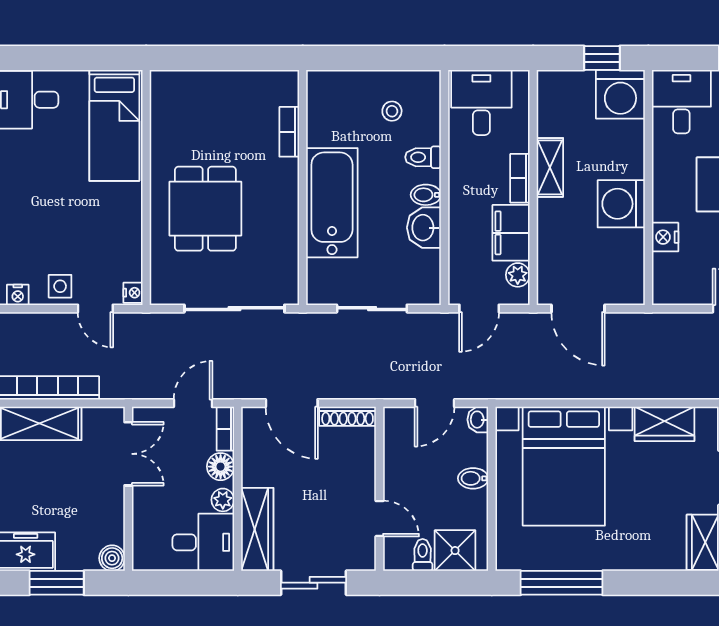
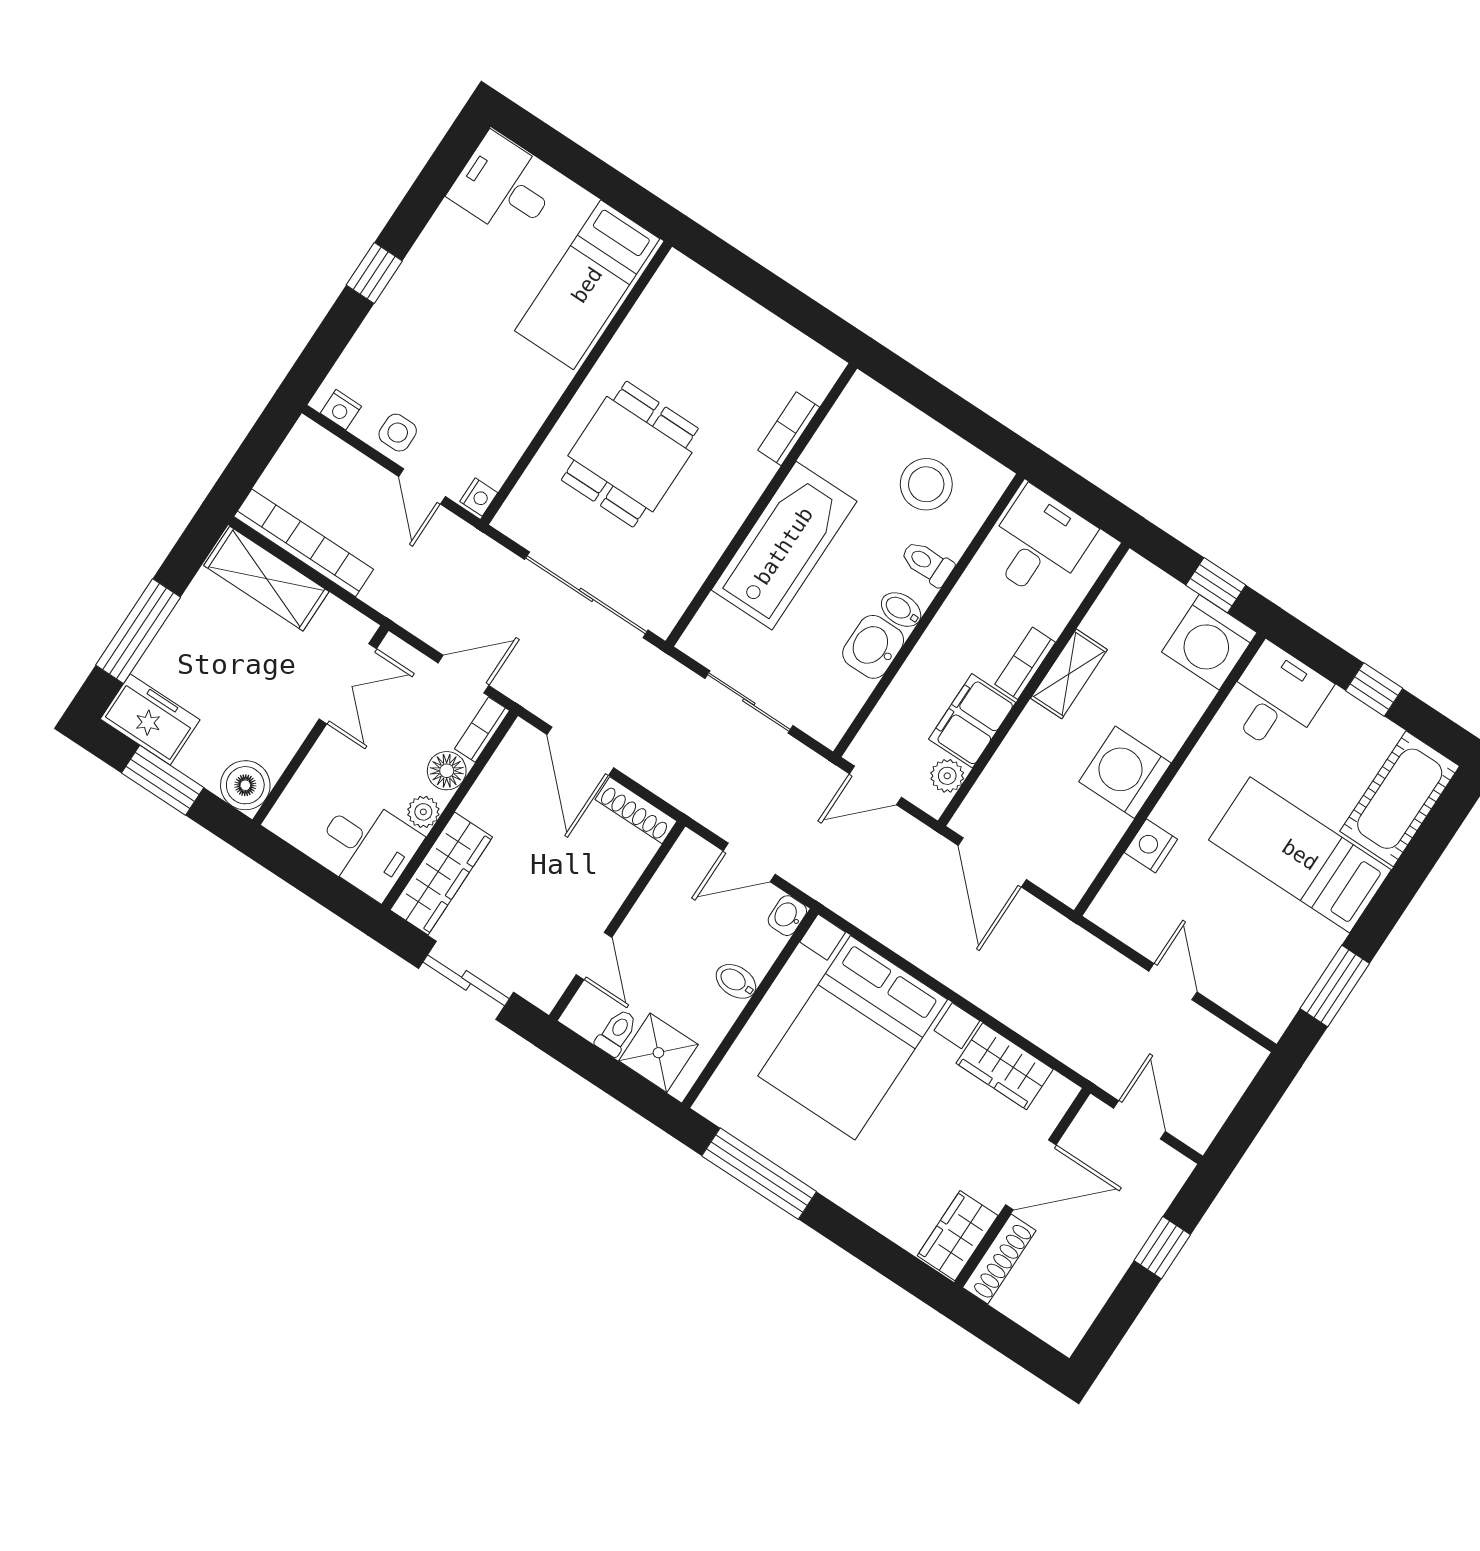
stool: (392, 111) -> (926, 484), width x1.89, depth x1.89
boiler: (112, 558) -> (245, 785), width x1.36, depth x1.36

